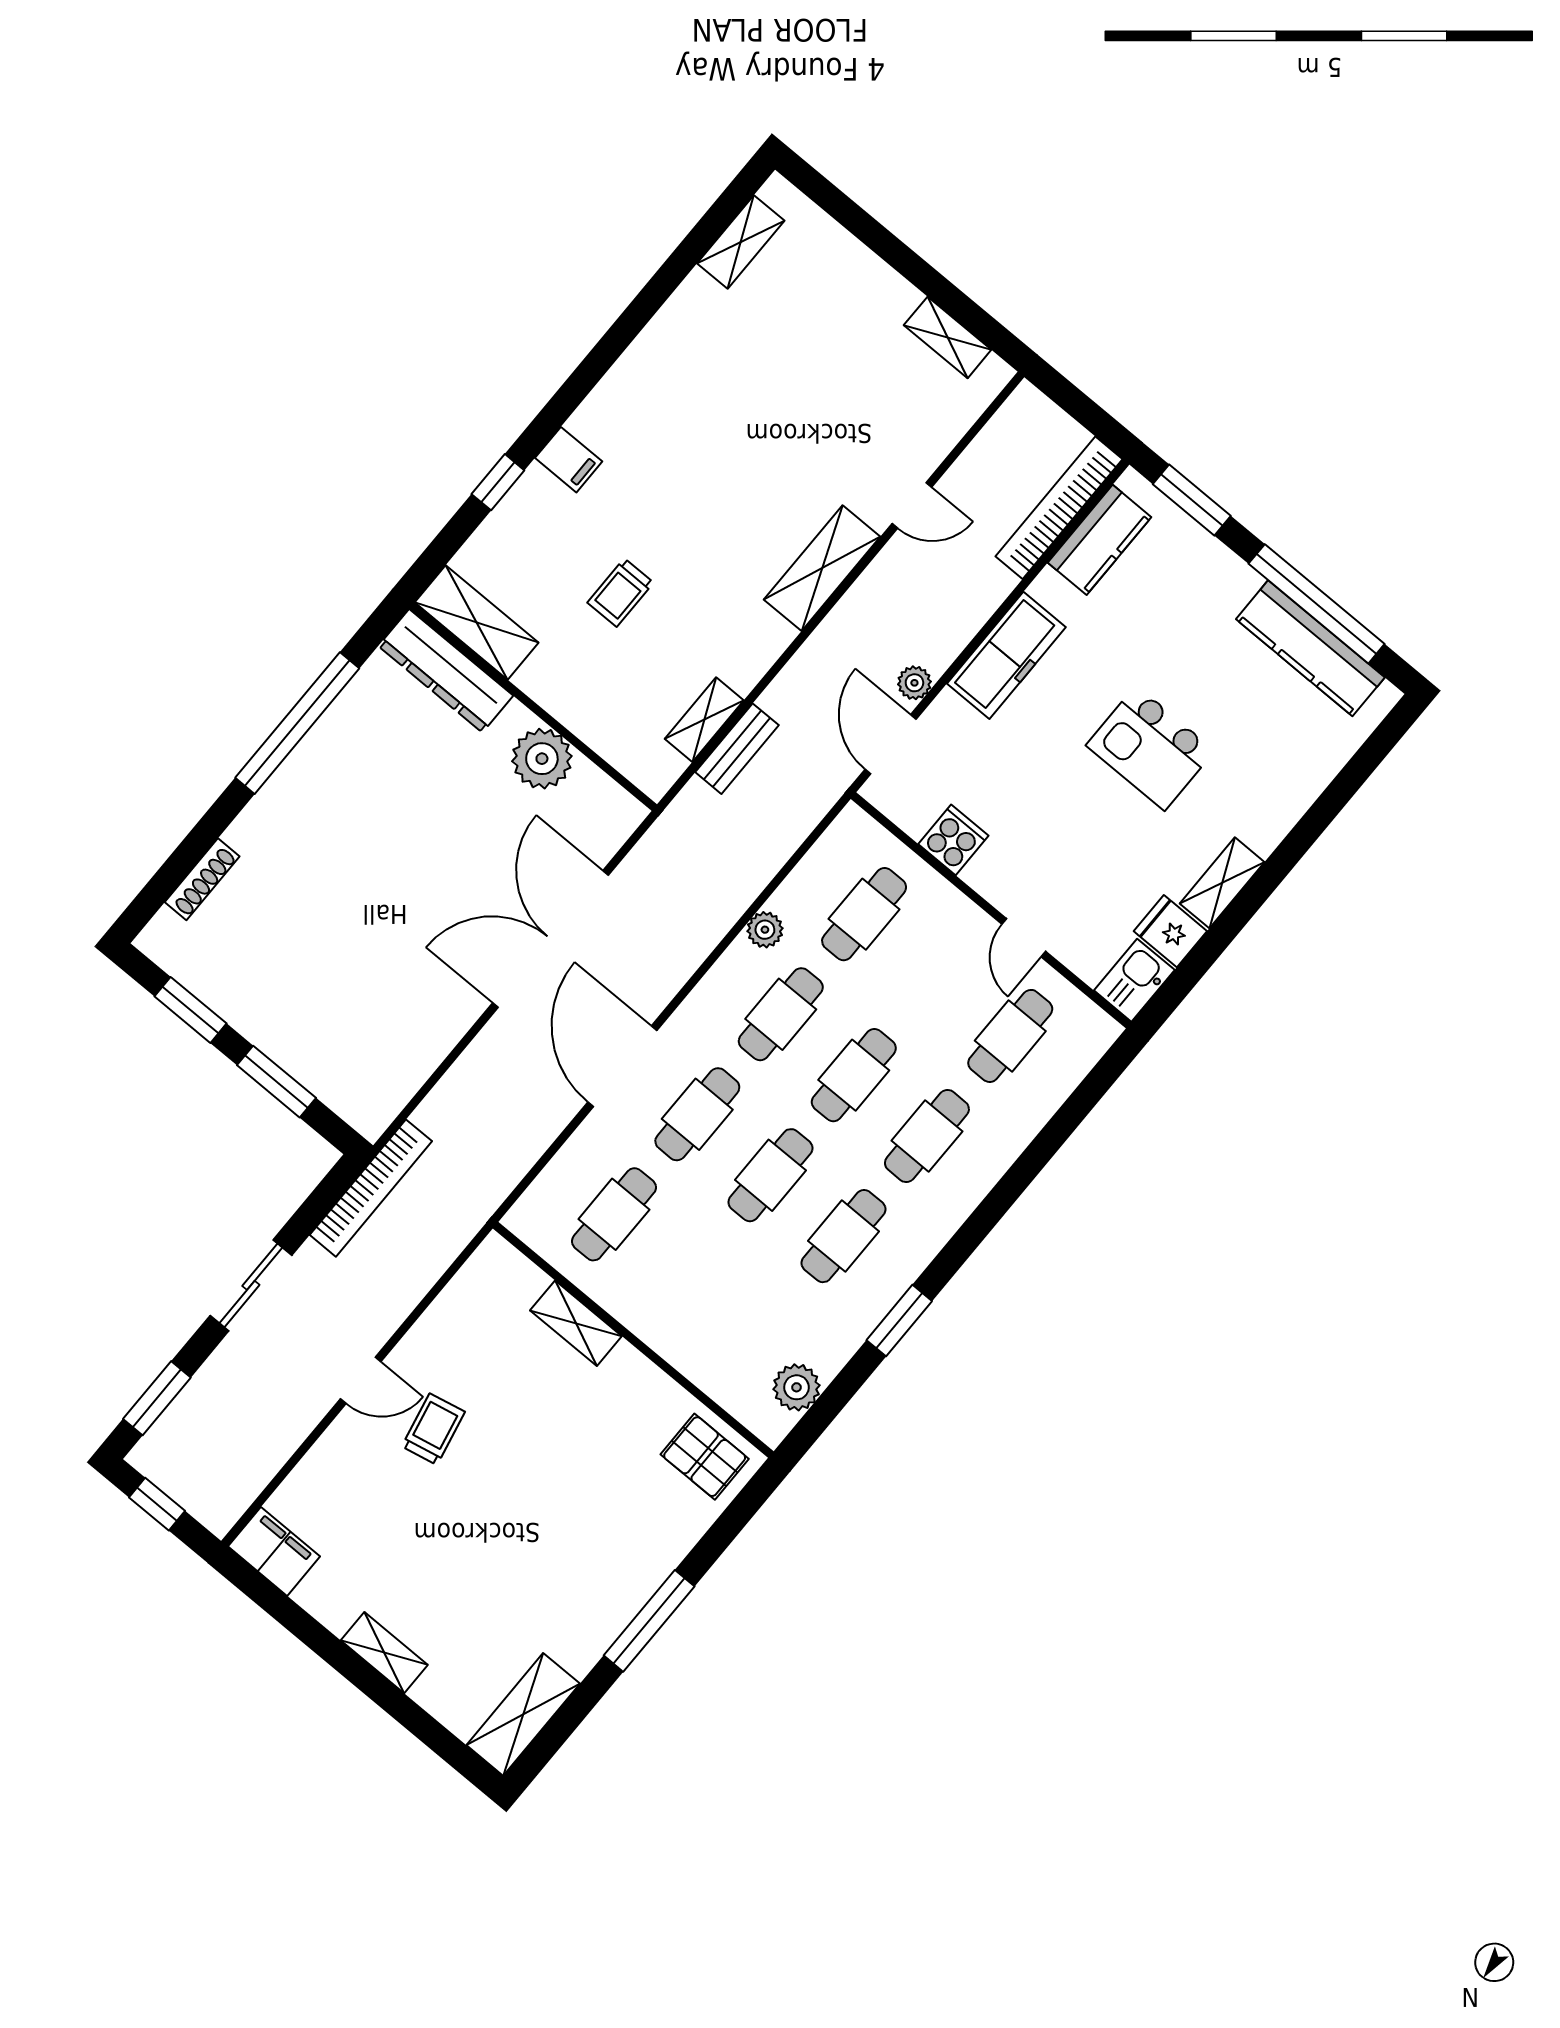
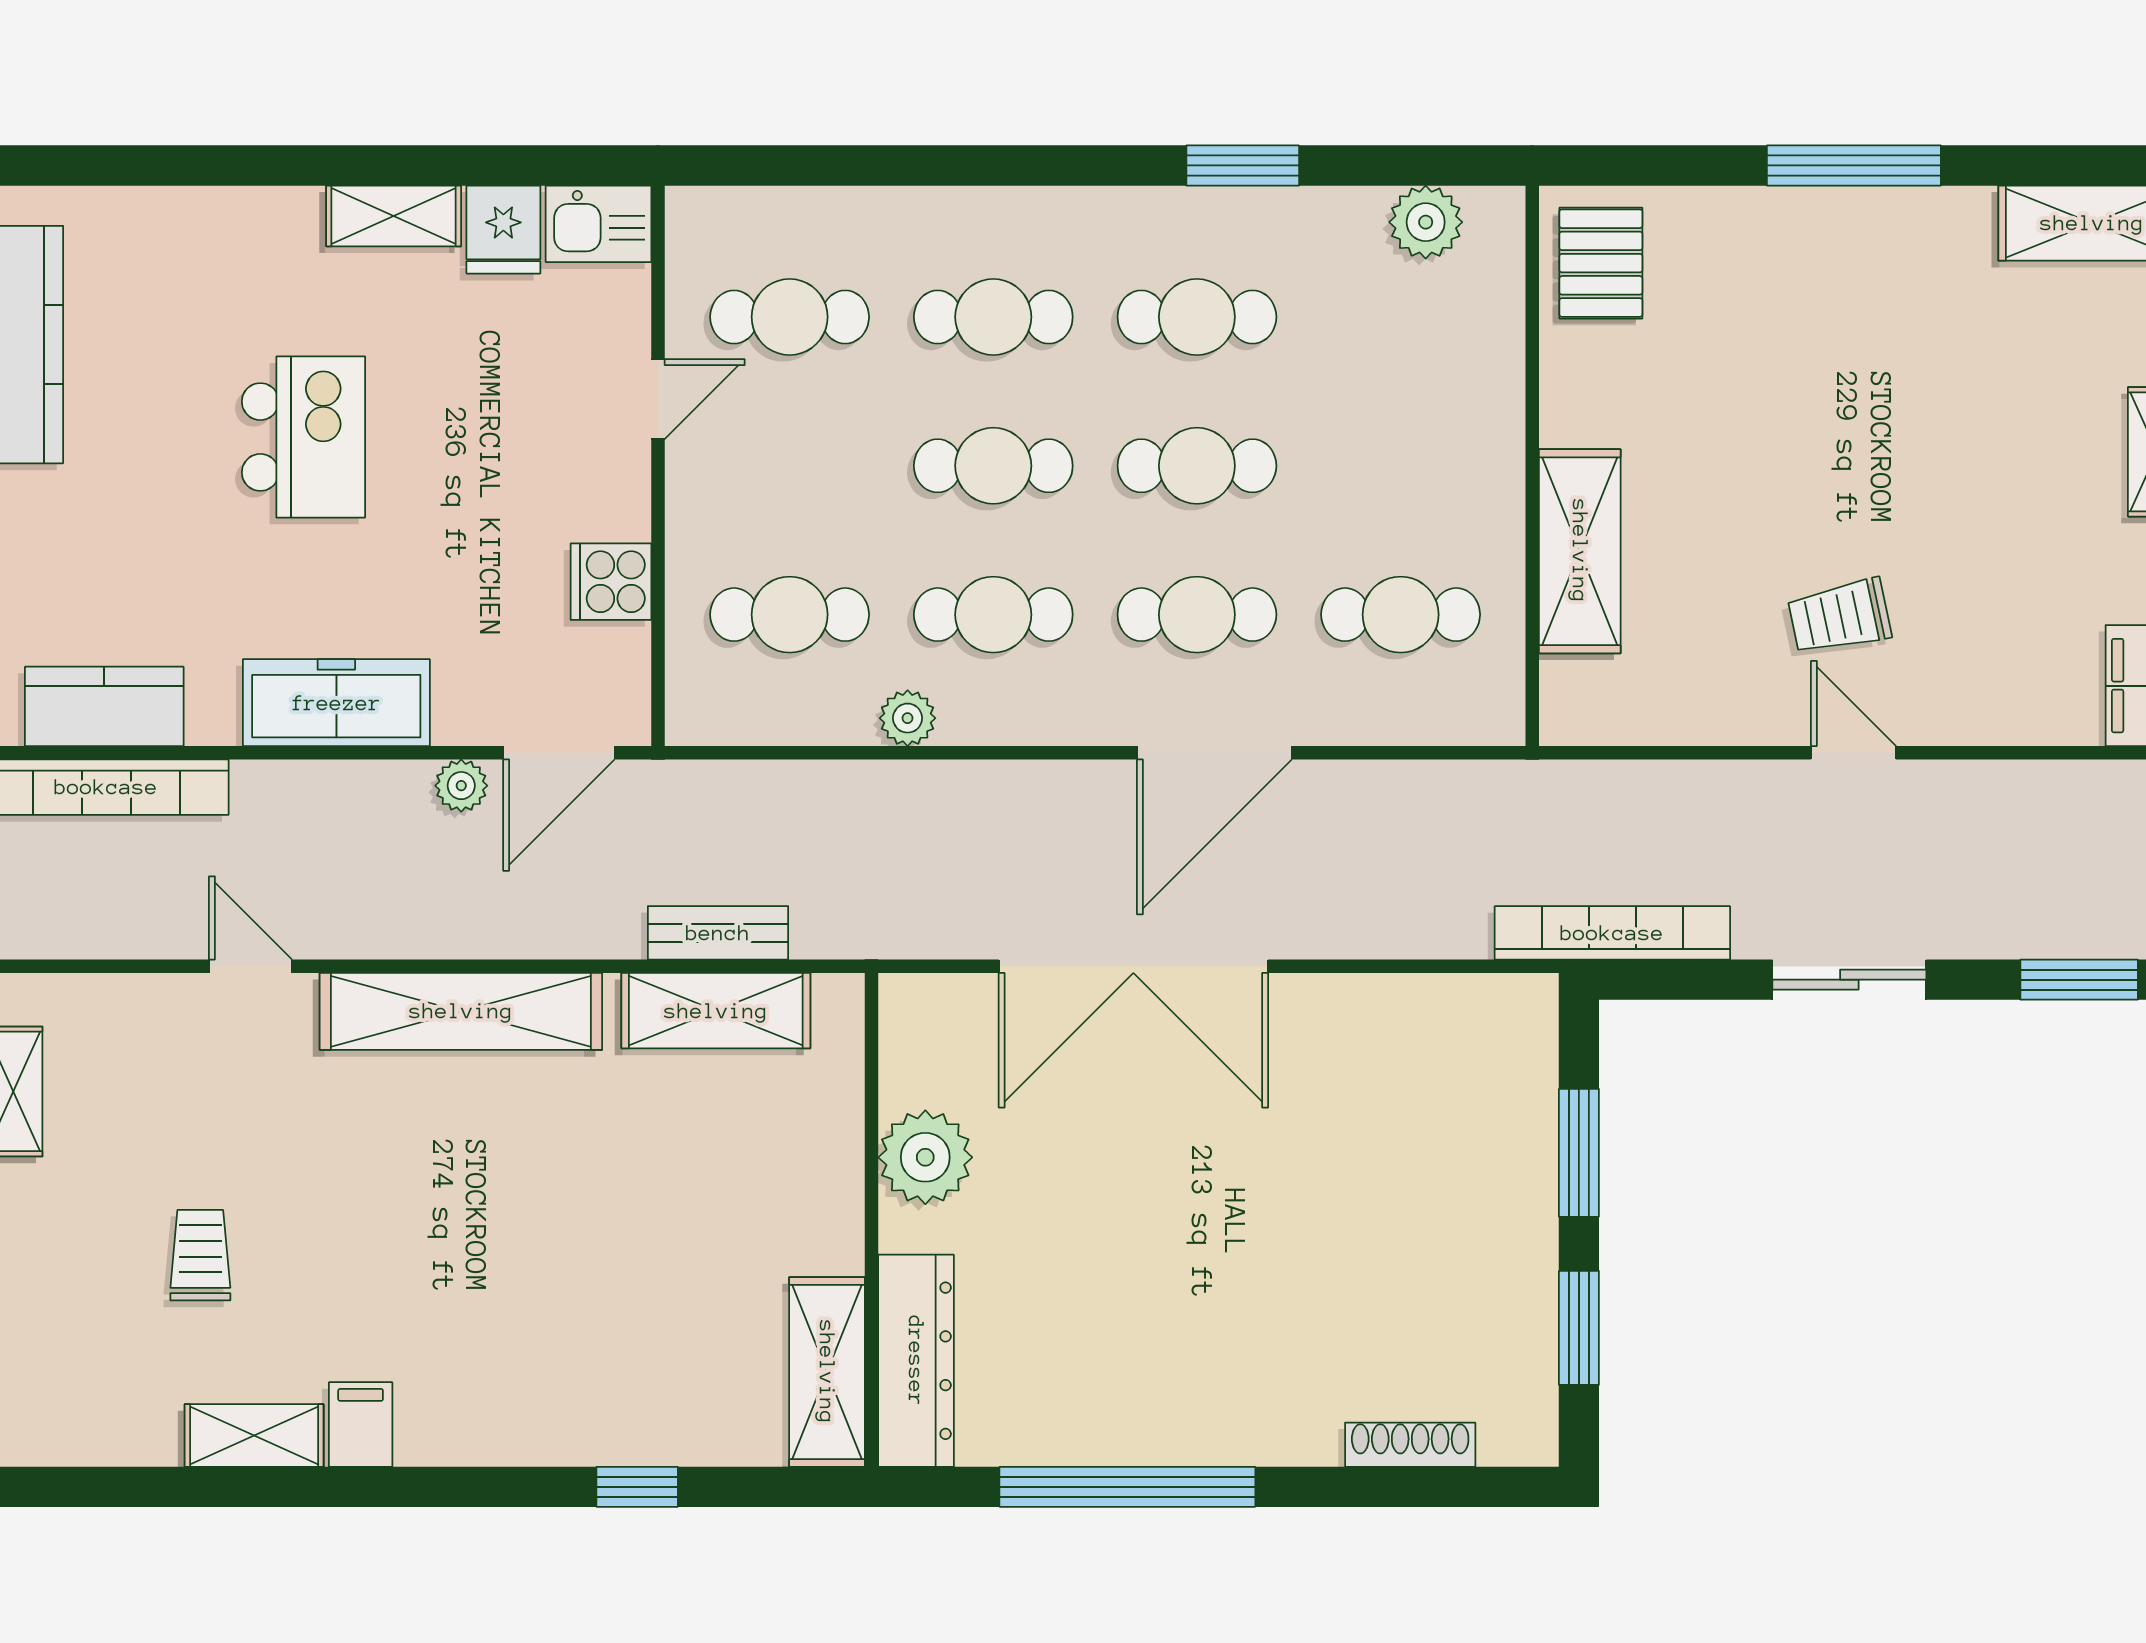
shelving: (741, 242) -> (254, 1435), moved
filing cabinet: (569, 460) -> (361, 1424), moved
shelving: (822, 568) -> (461, 1011), width x1.47
trolley: (620, 593) -> (200, 1255), moved, turned -90
shelving: (704, 720) -> (716, 1011), width x1.50, depth x1.33
shelving: (576, 1323) -> (1580, 551), width x1.50, depth x1.33

